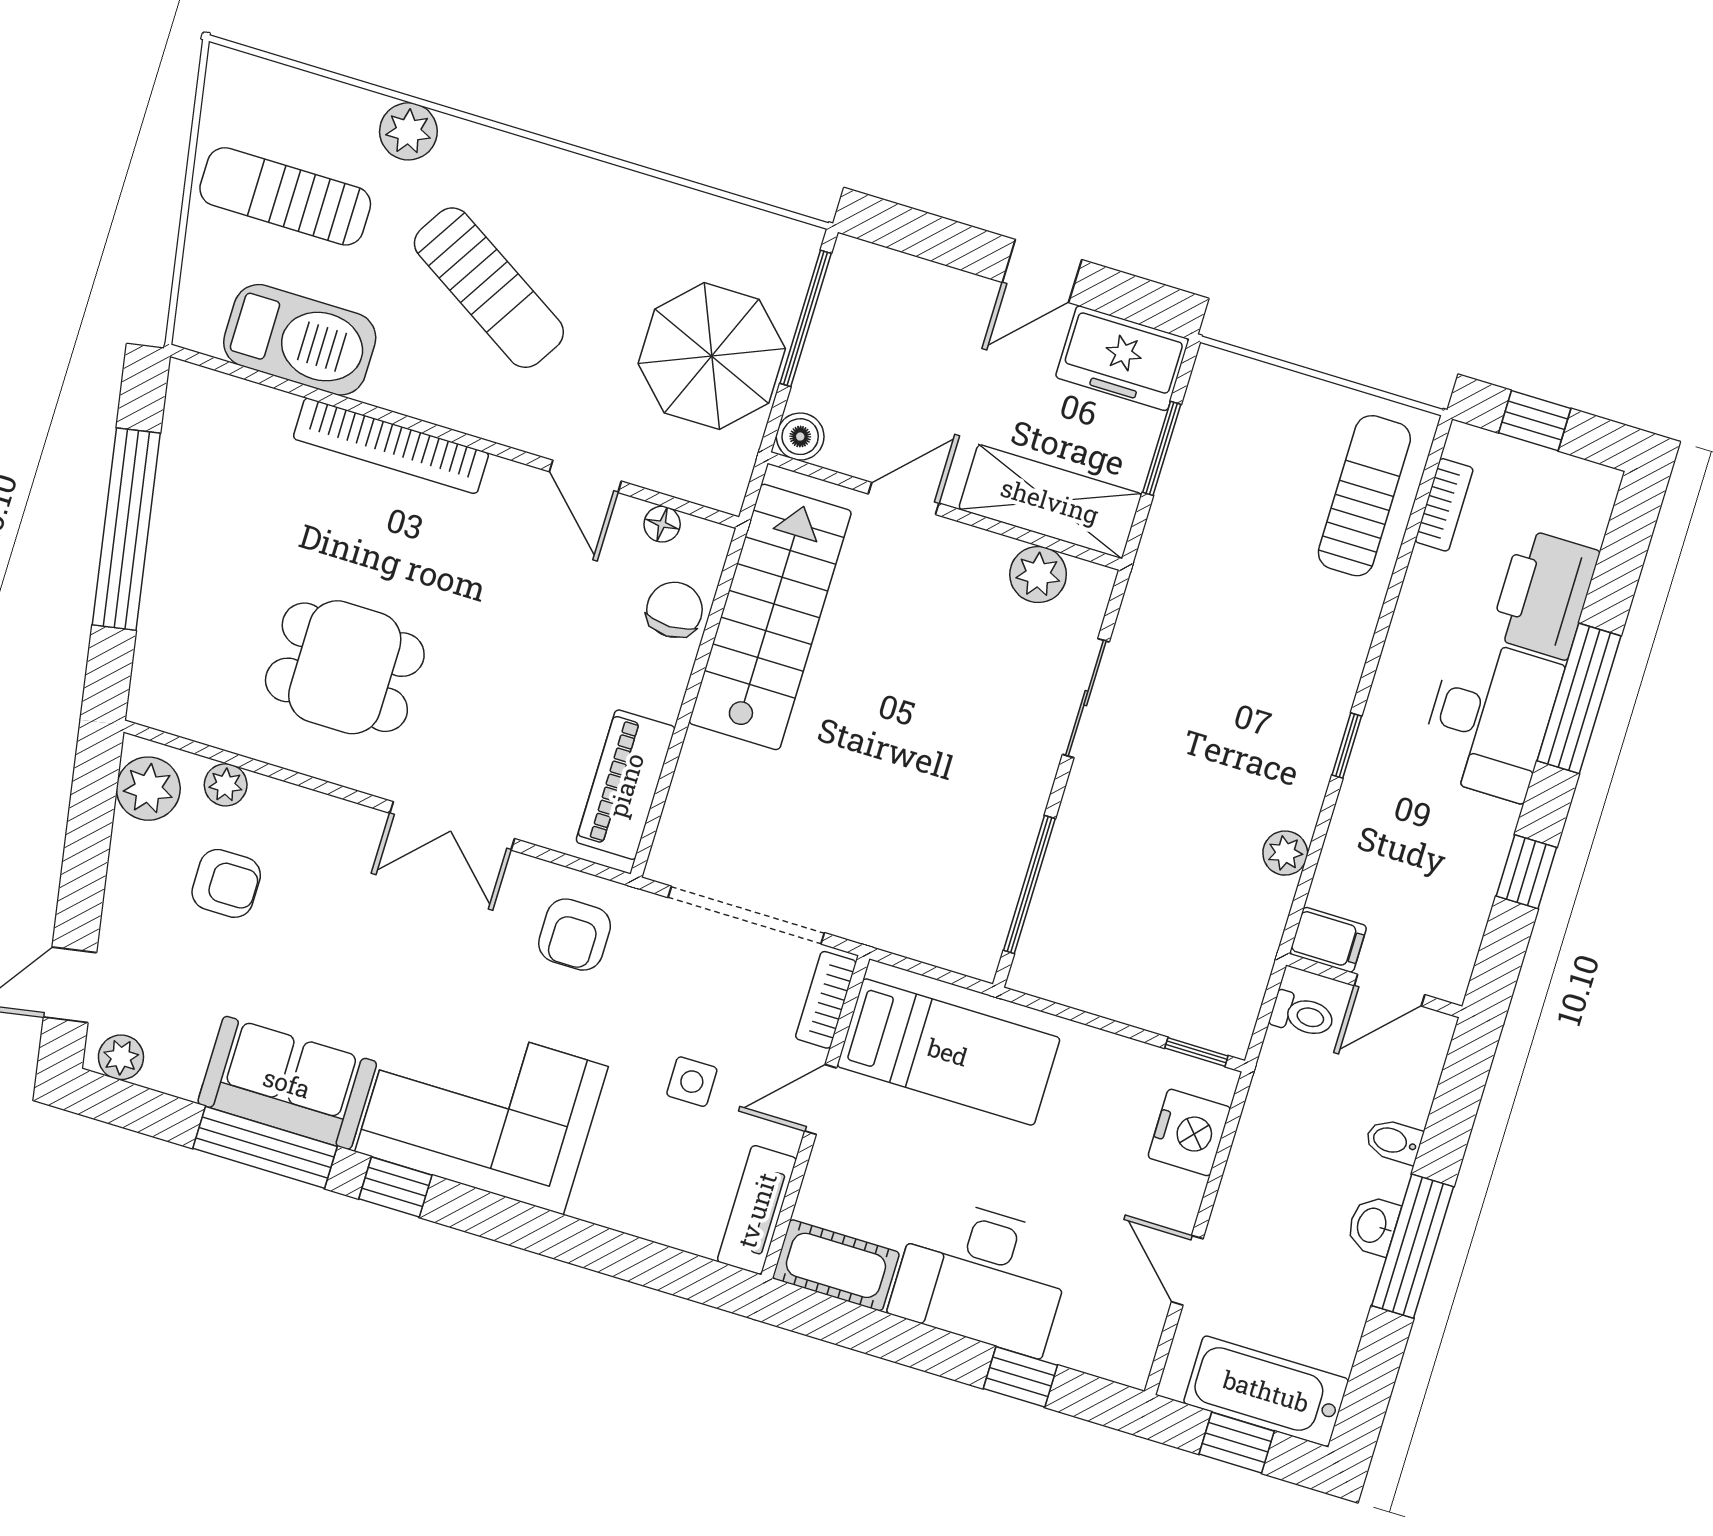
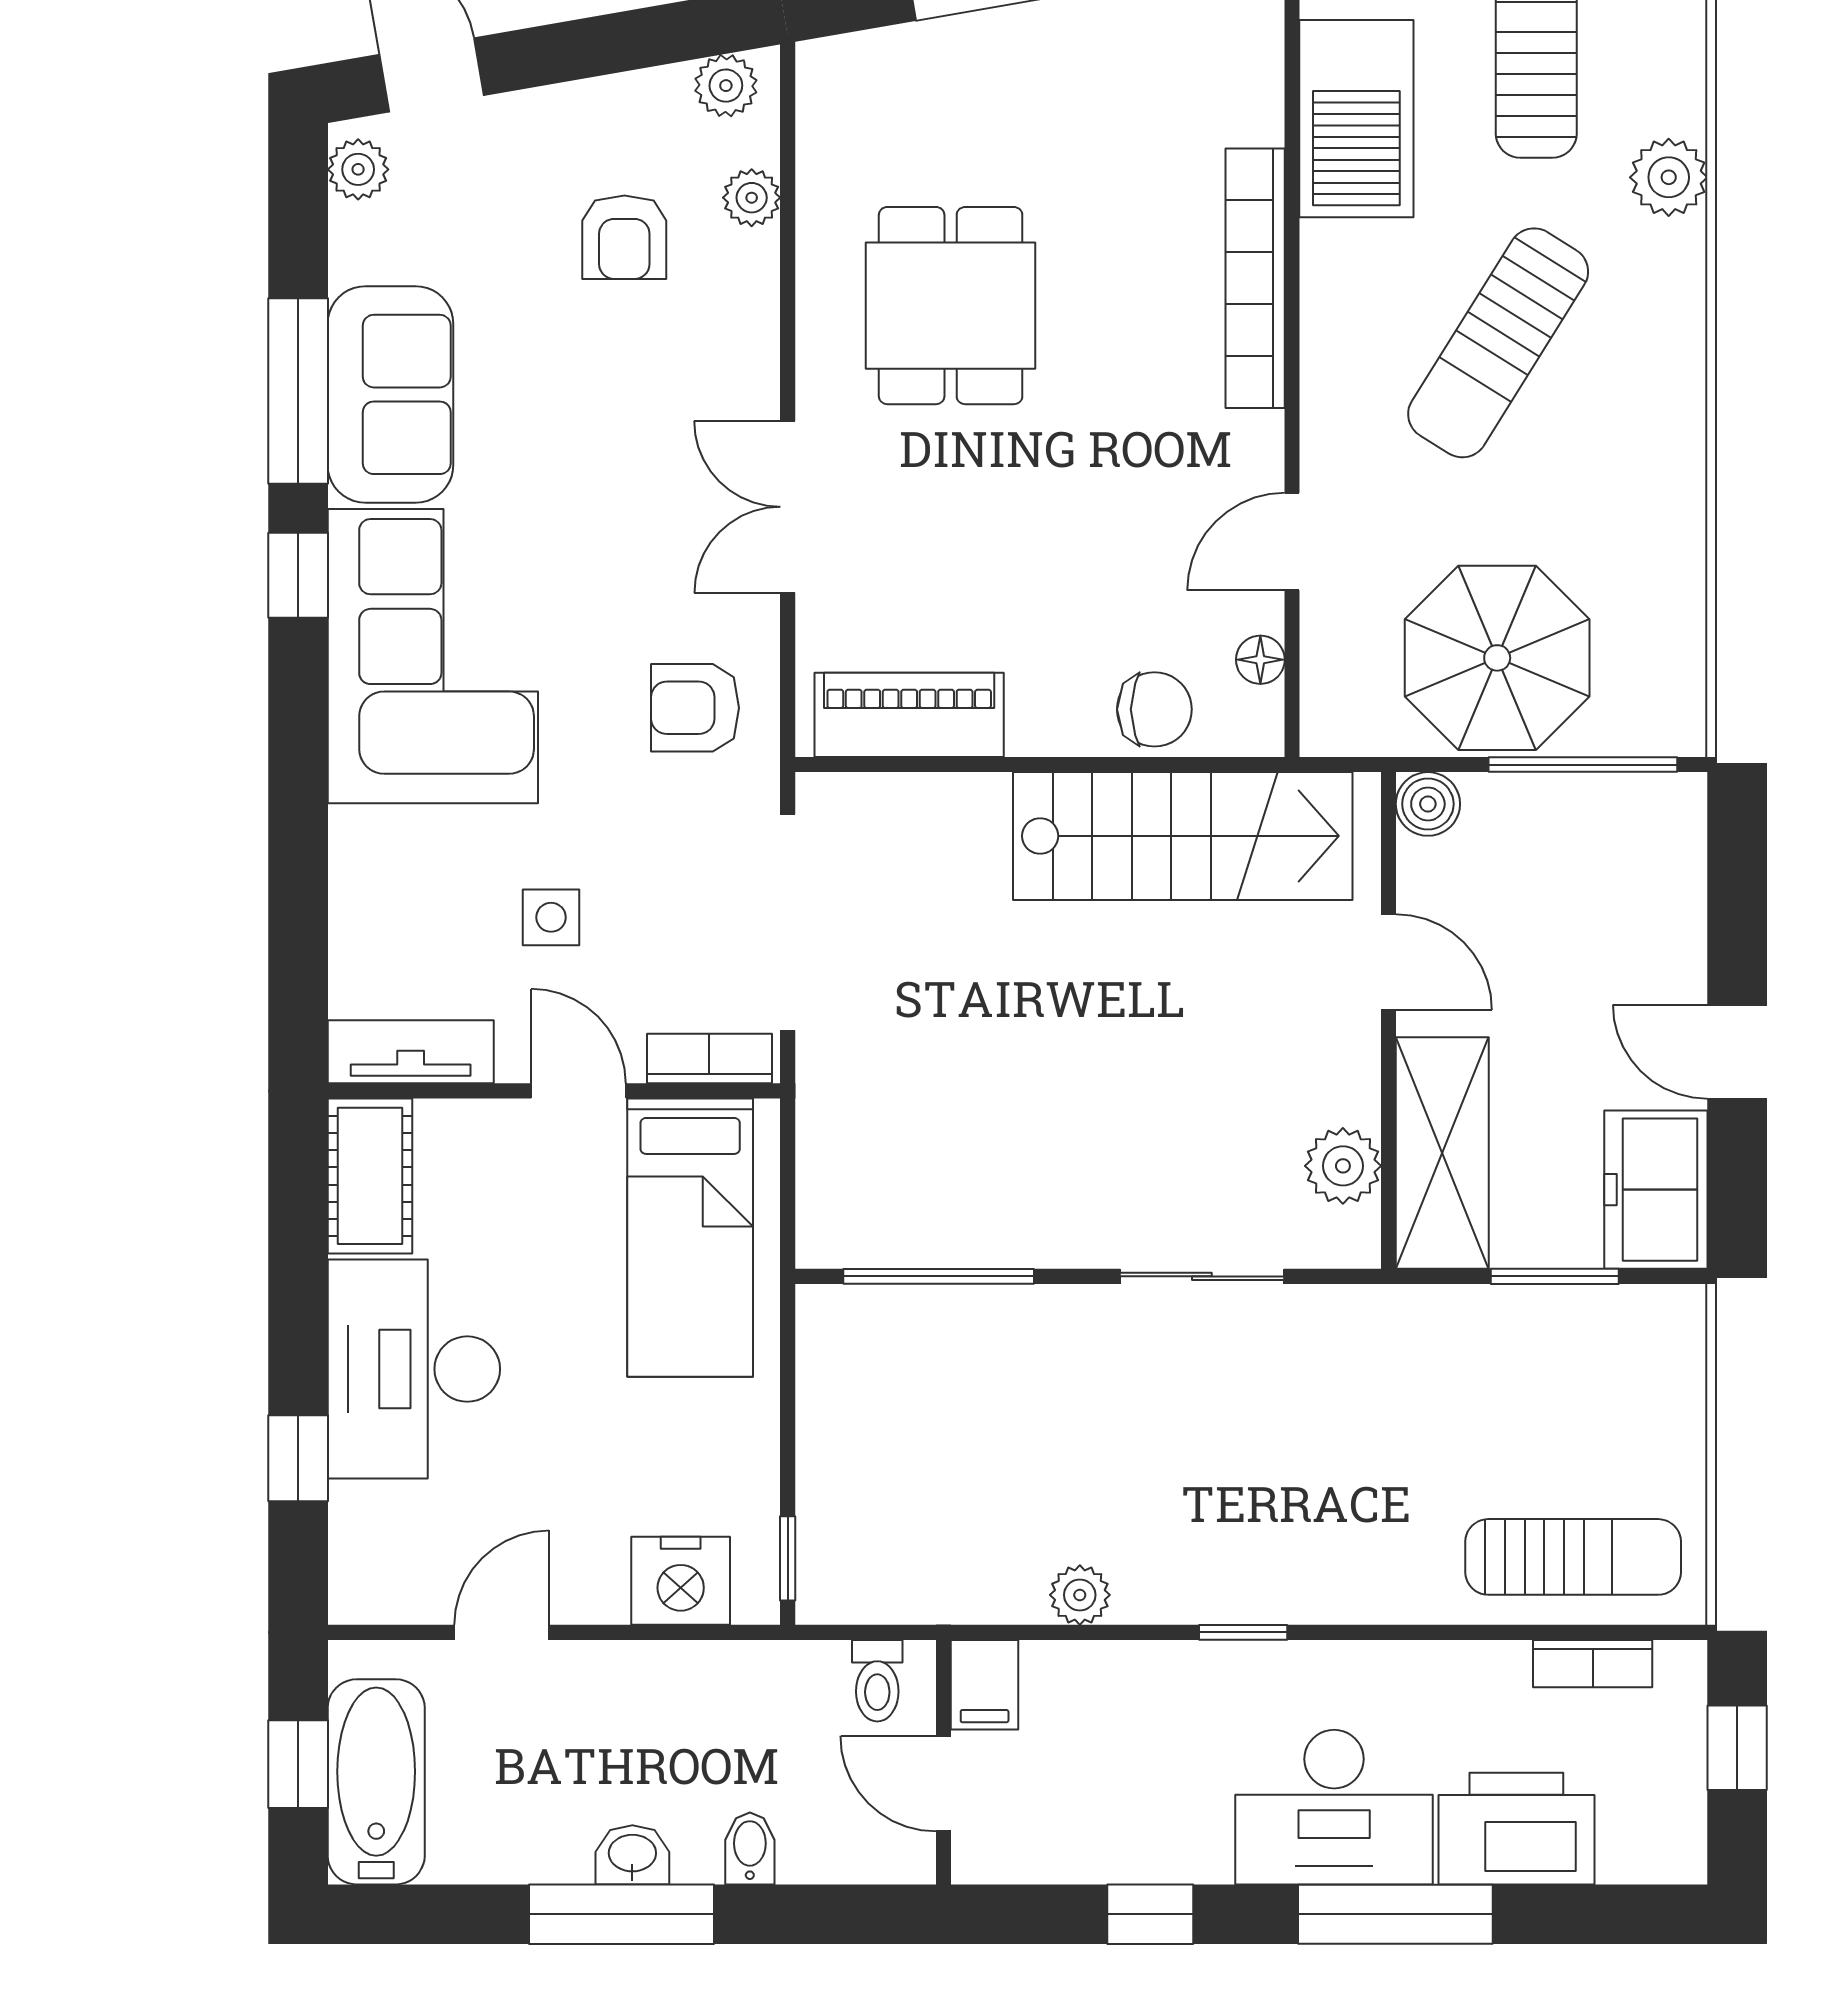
plant: (148, 789) -> (726, 86), width x0.73, depth x0.73

